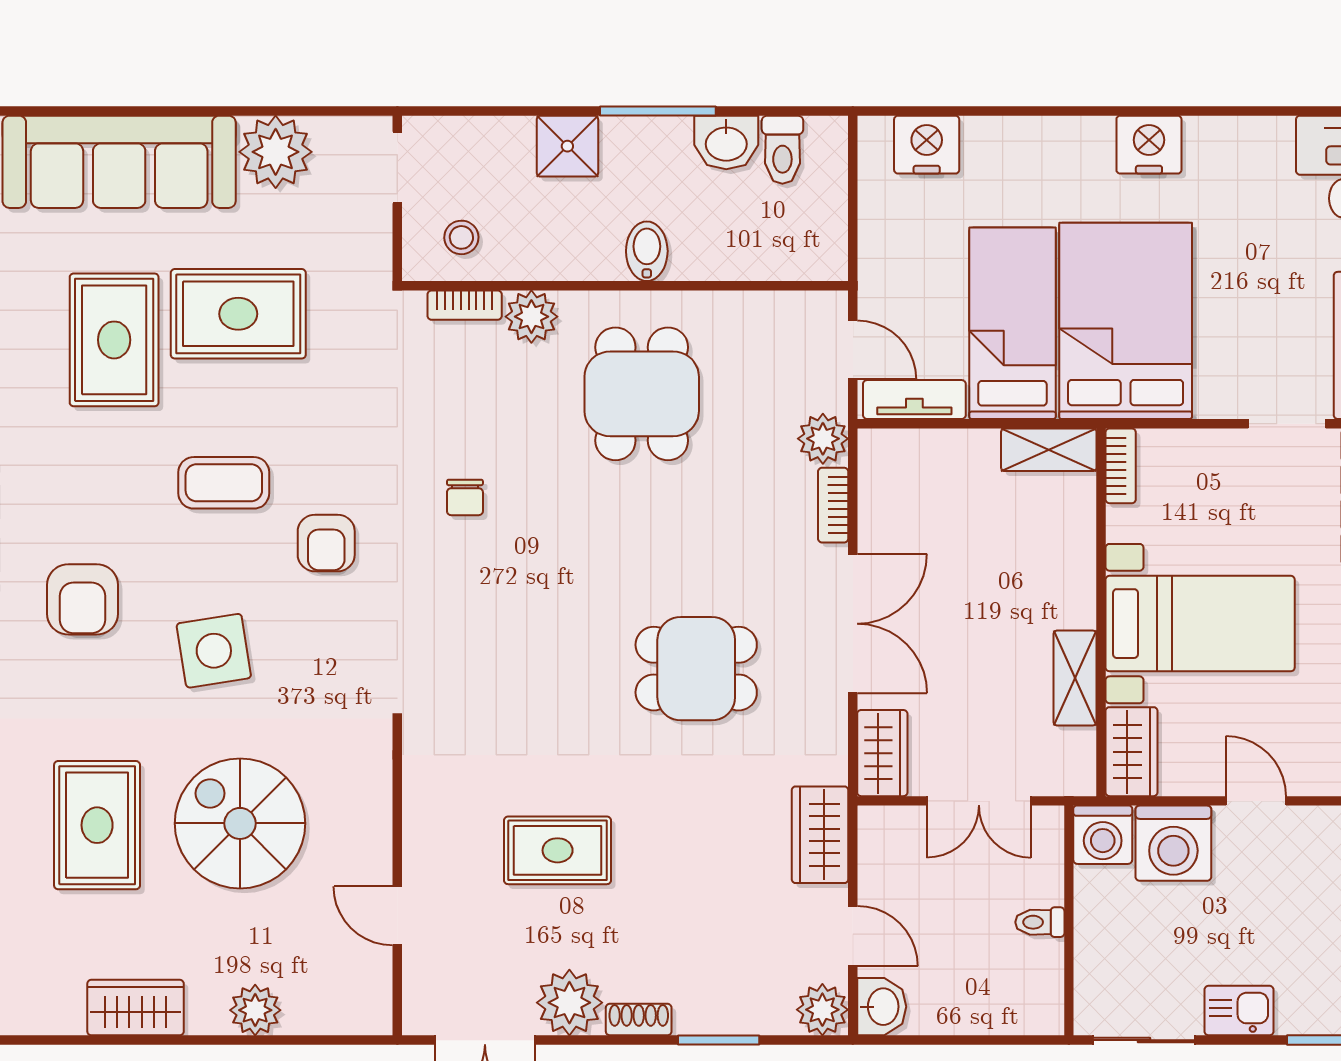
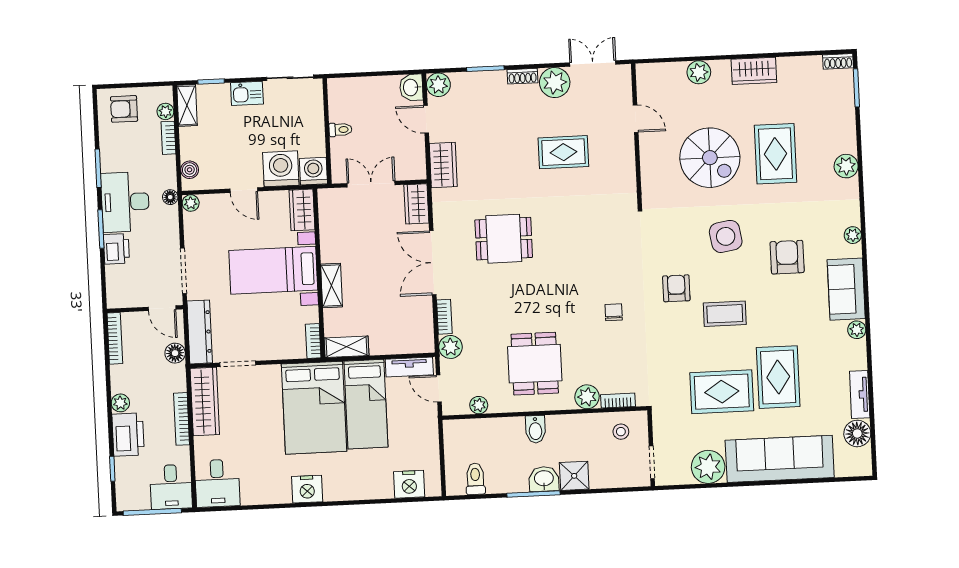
washbasin: (726, 142) -> (544, 479), moved
plant: (768, 310) -> (479, 405), added
shelving: (1075, 678) -> (332, 286), moved

